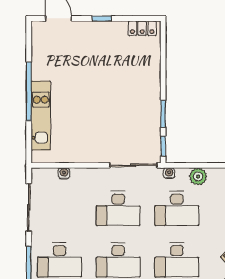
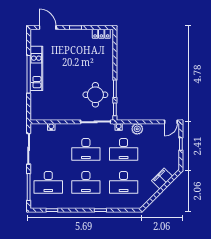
kitchen unit: (41, 115) -> (36, 68), moved
round table: (133, 123) -> (95, 95), added

